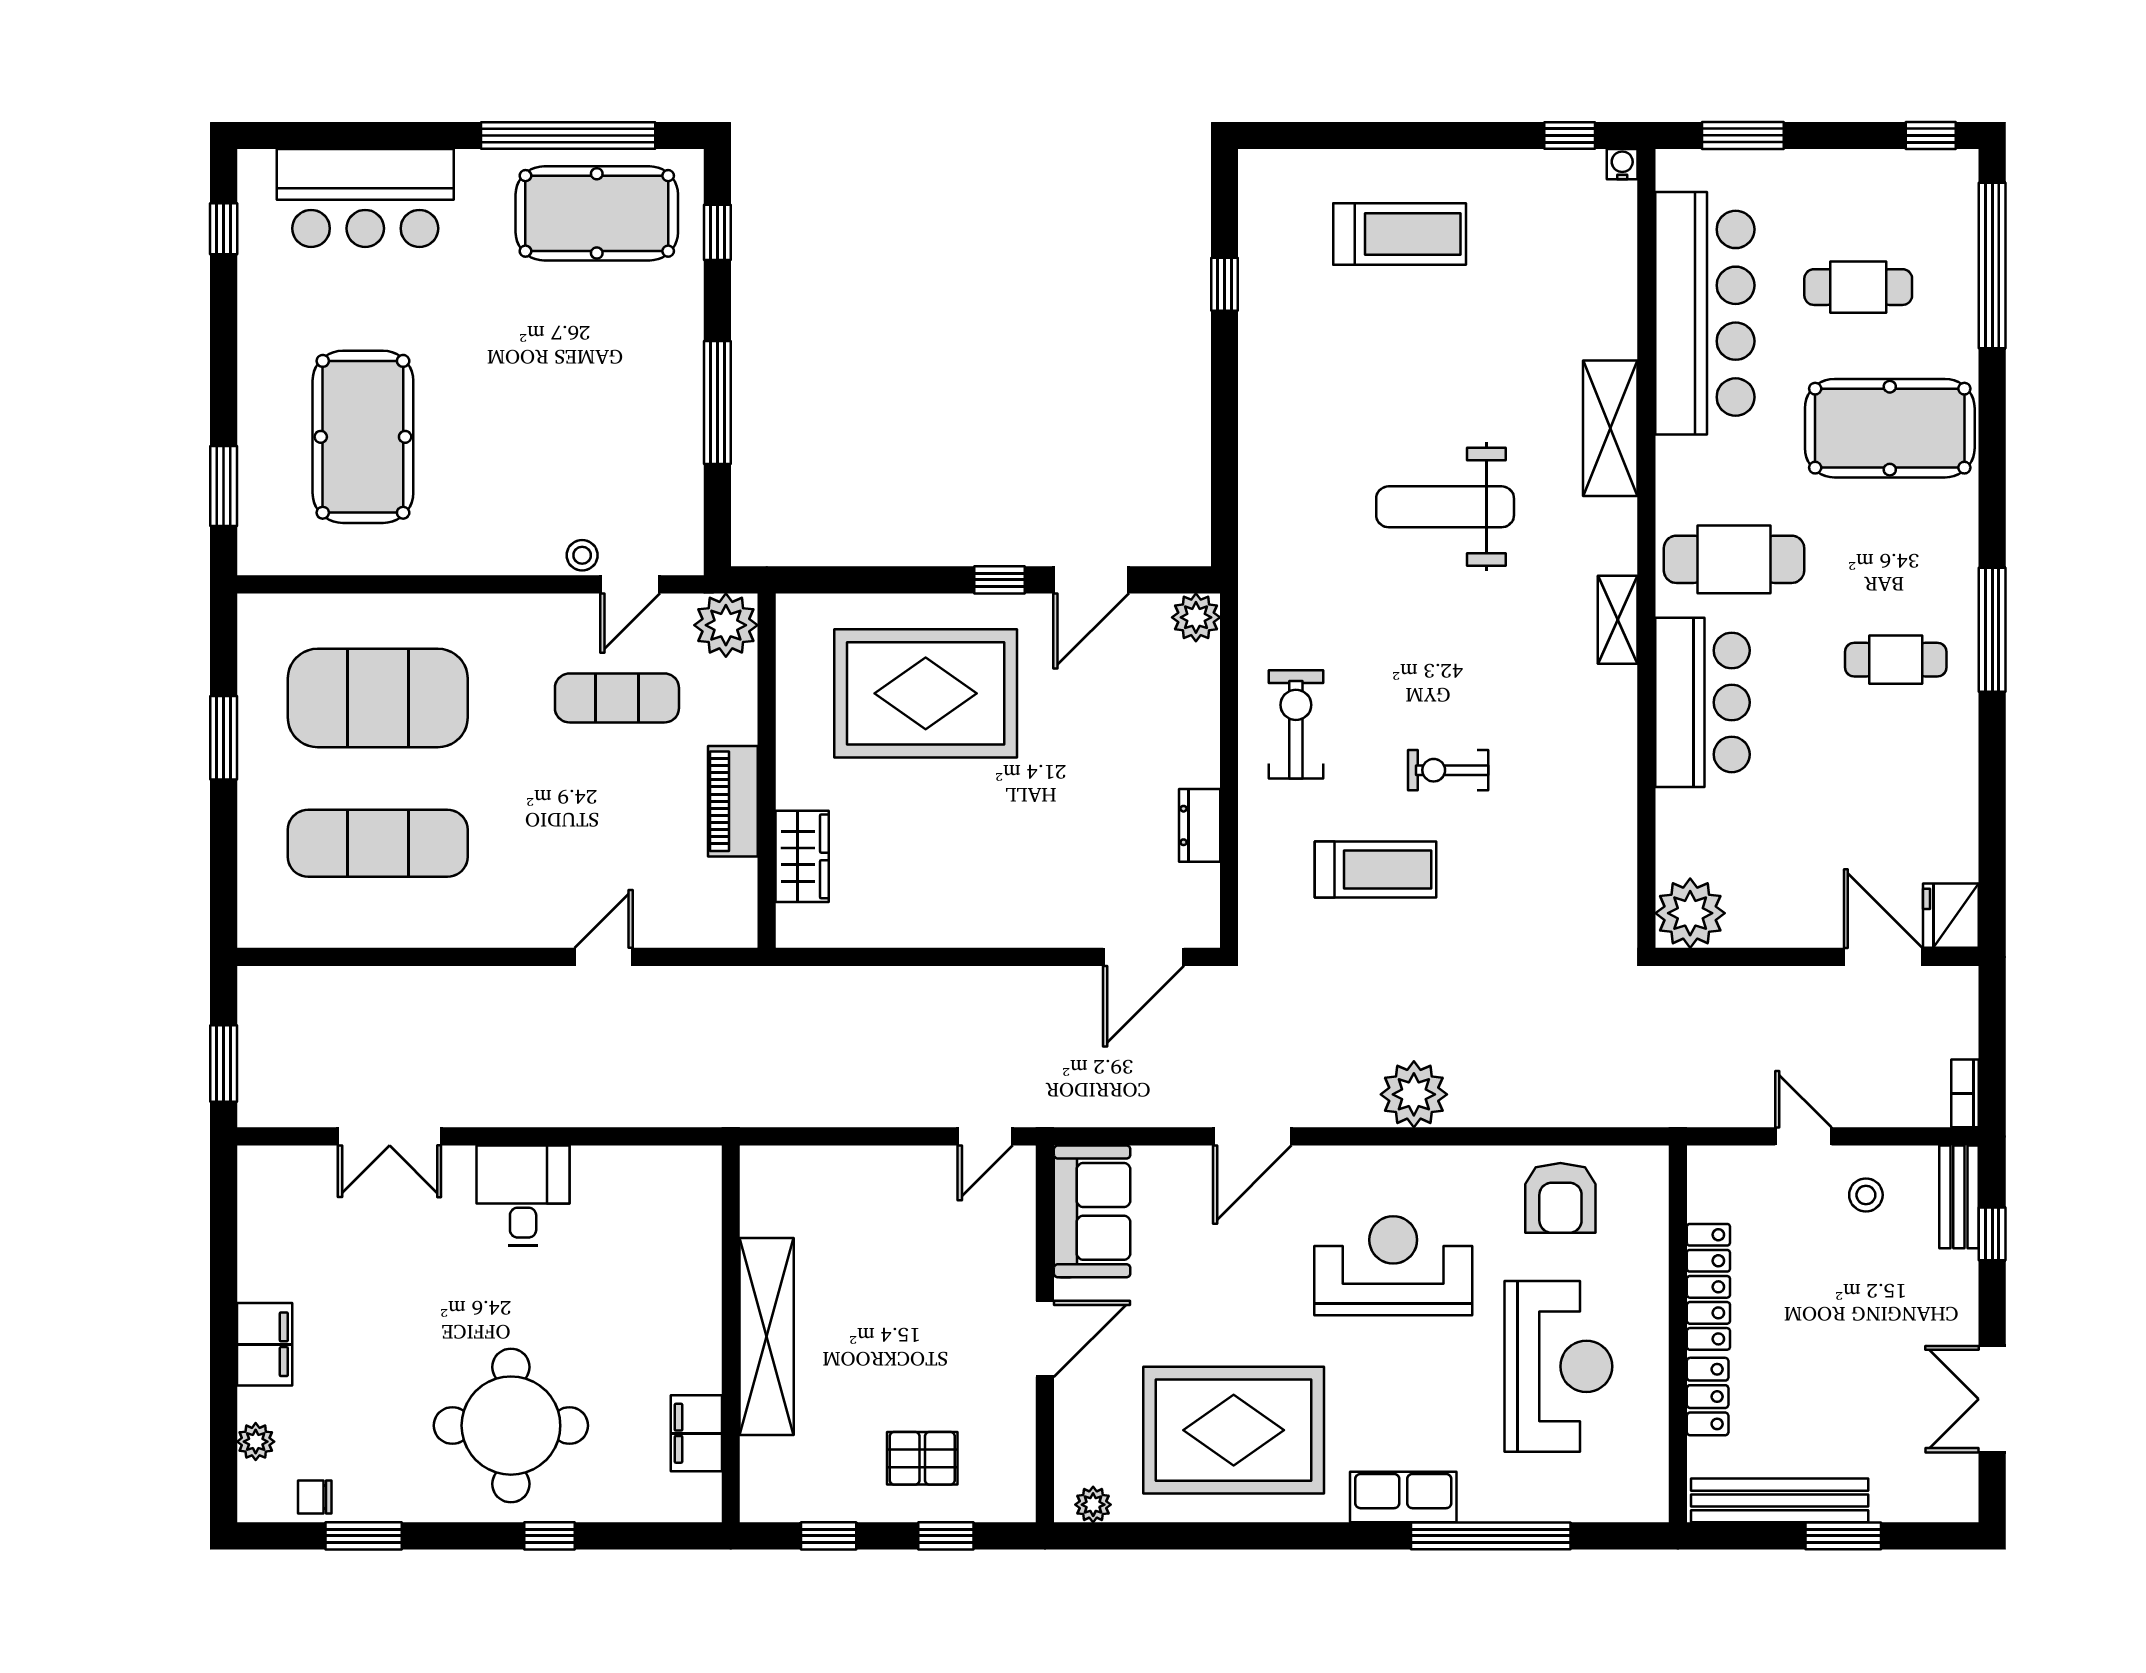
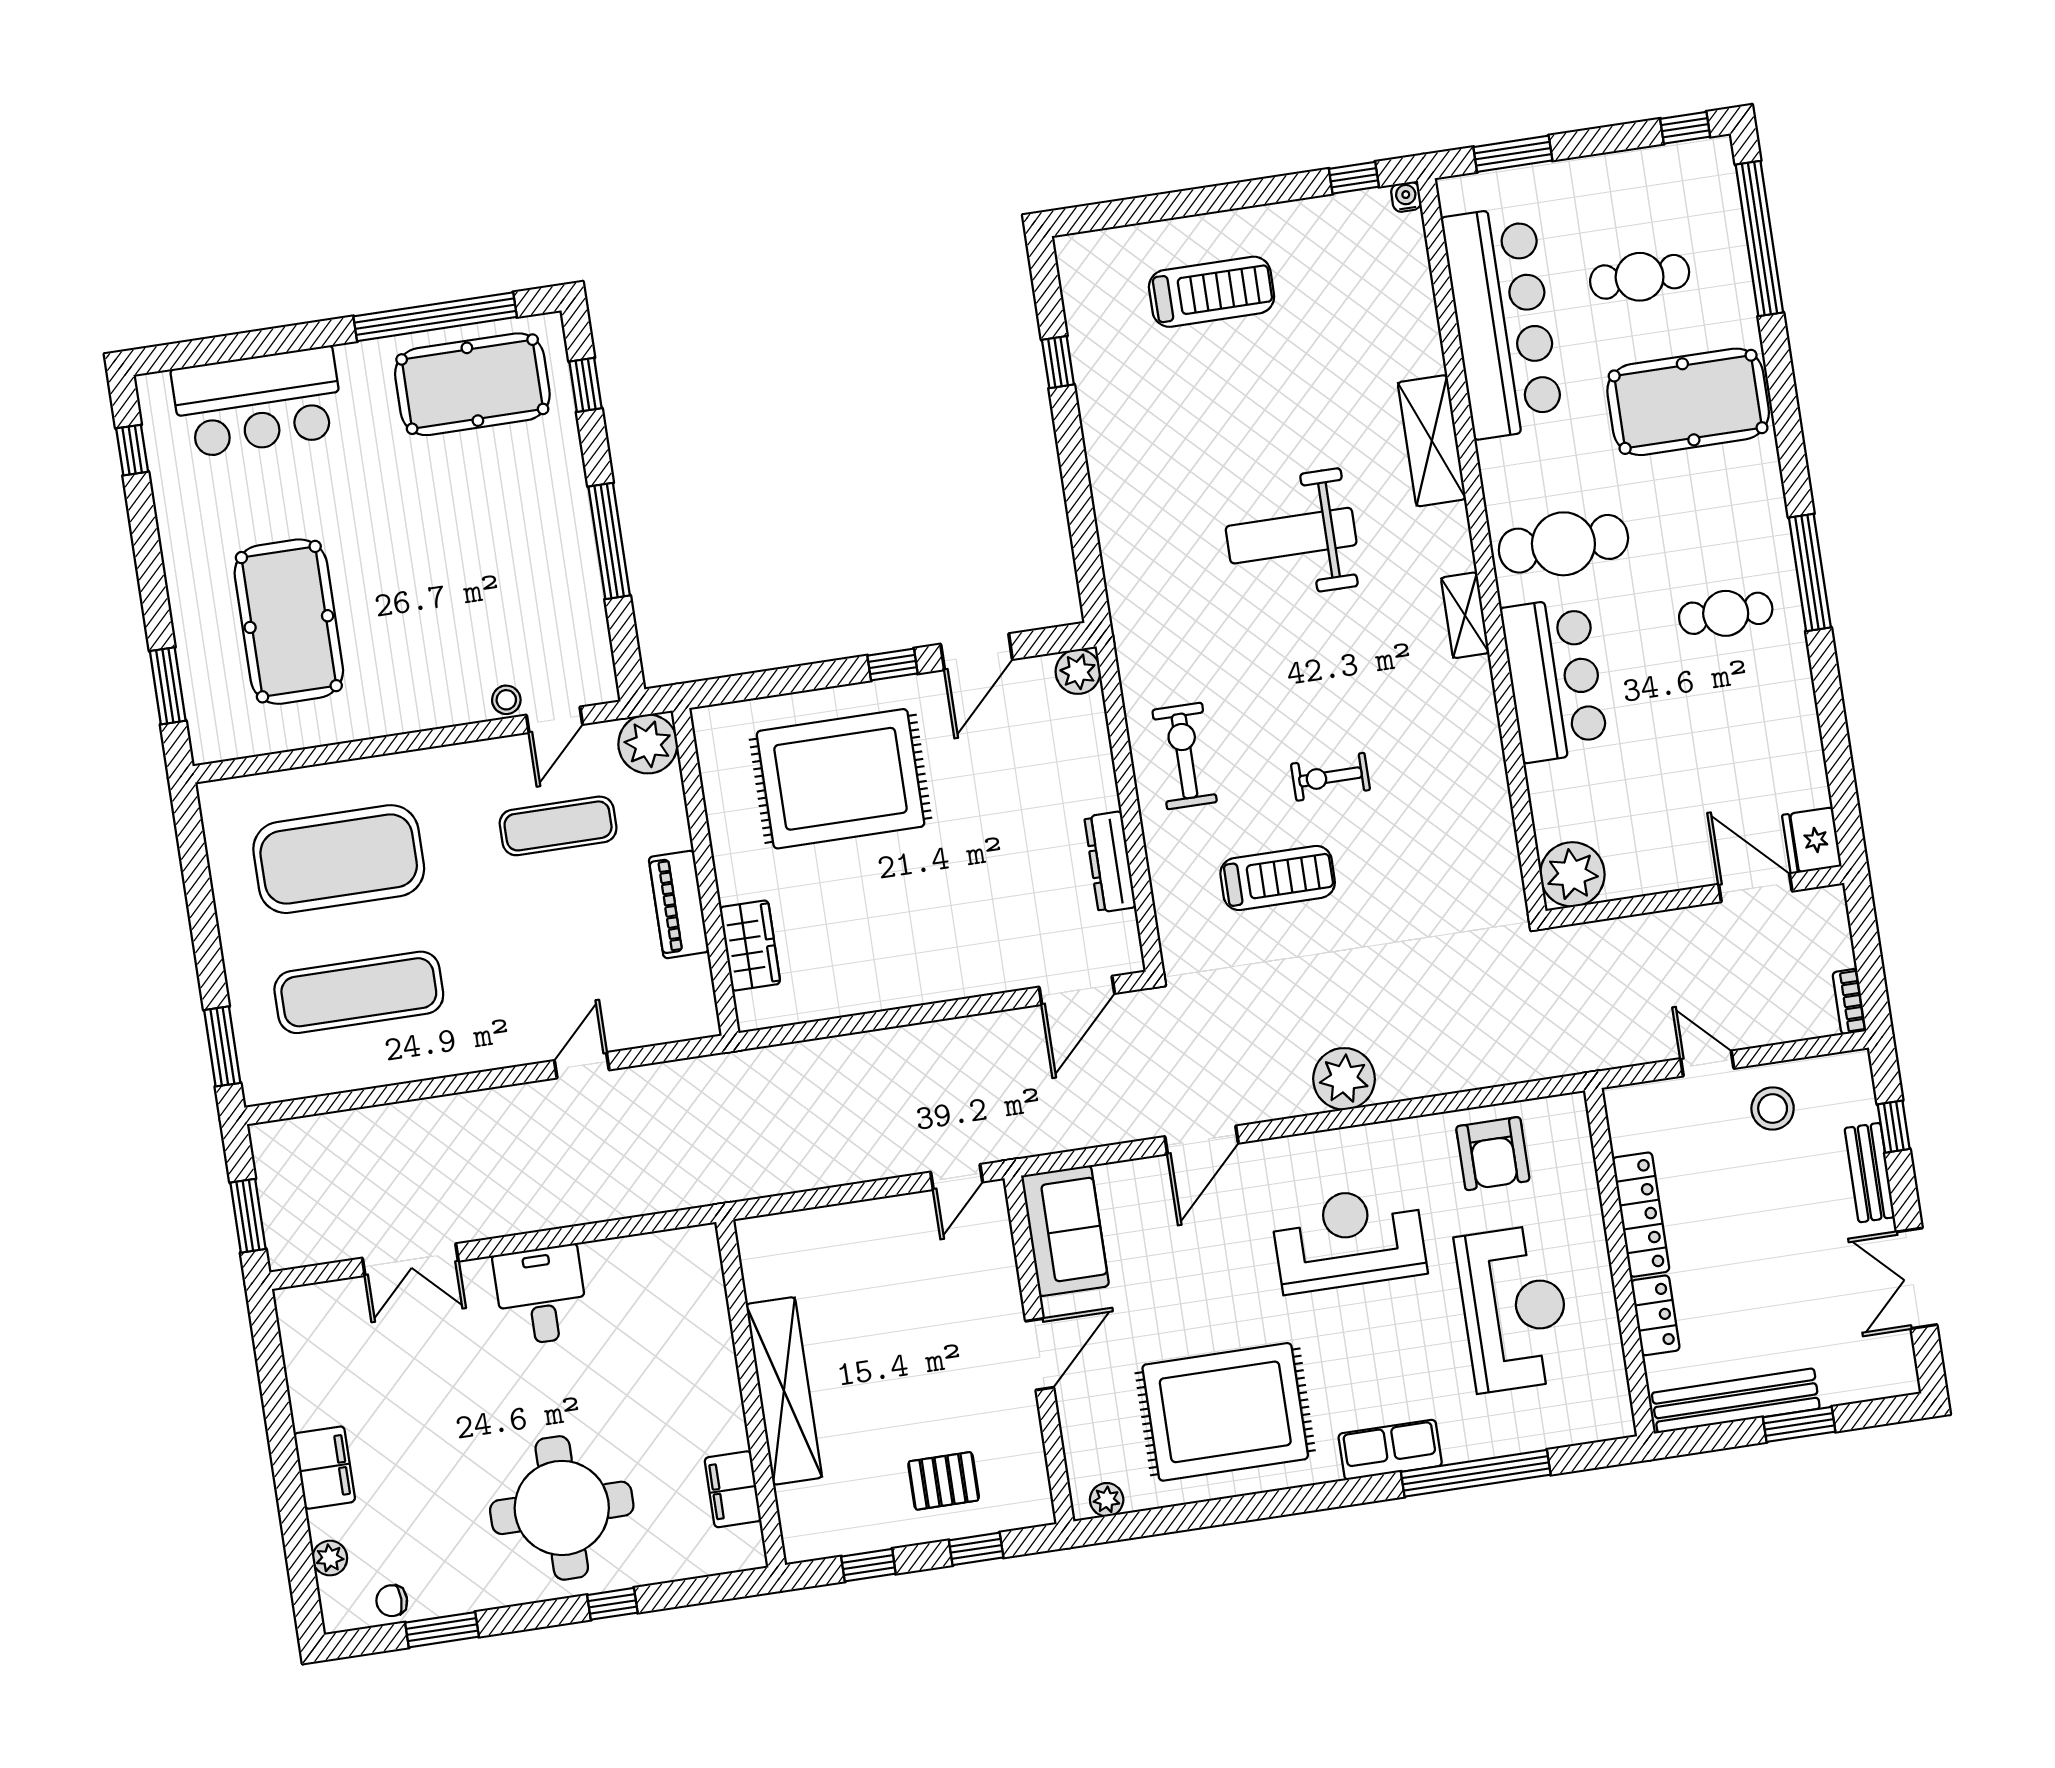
window: (224, 738) -> (222, 1046), moved
dresser: (1200, 825) -> (1110, 862), width x1.44
stool: (1866, 1195) -> (1773, 1109), width x1.37, depth x1.37
bench: (1959, 1197) -> (1870, 1173), moved

